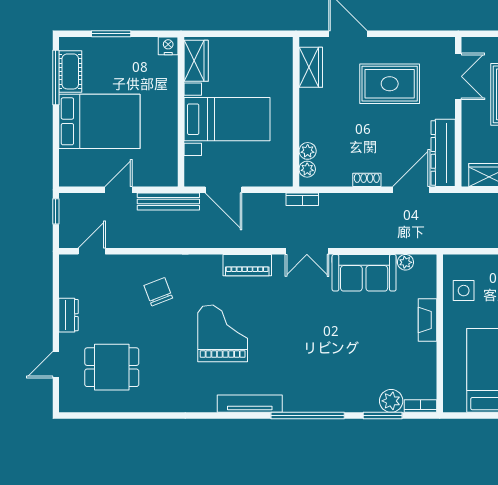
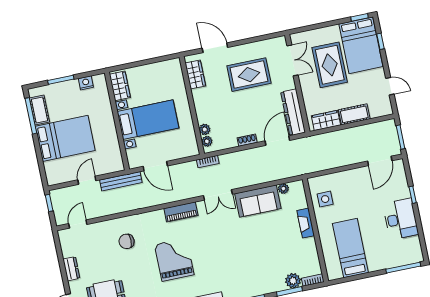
nightstand: (168, 46) -> (86, 83), moved
chair: (158, 292) -> (127, 241), turned -69

